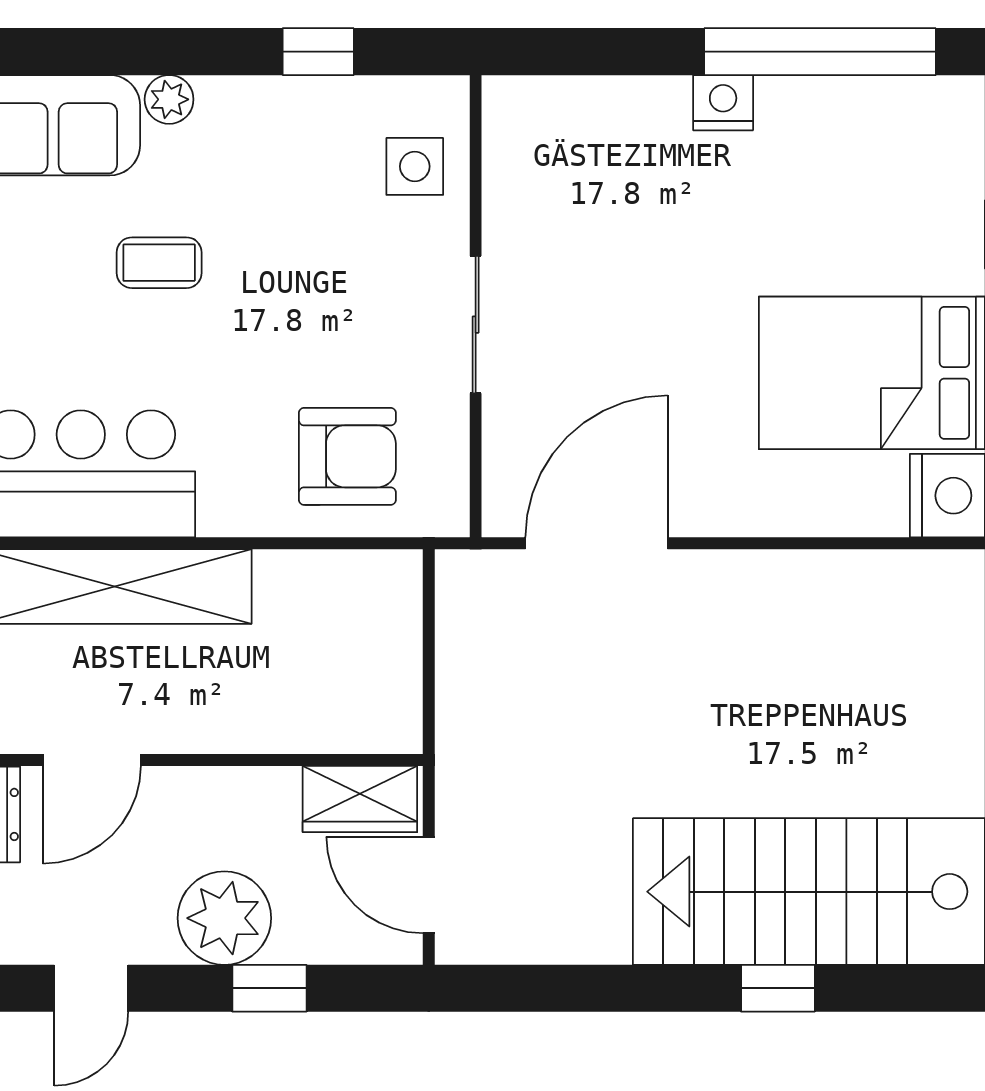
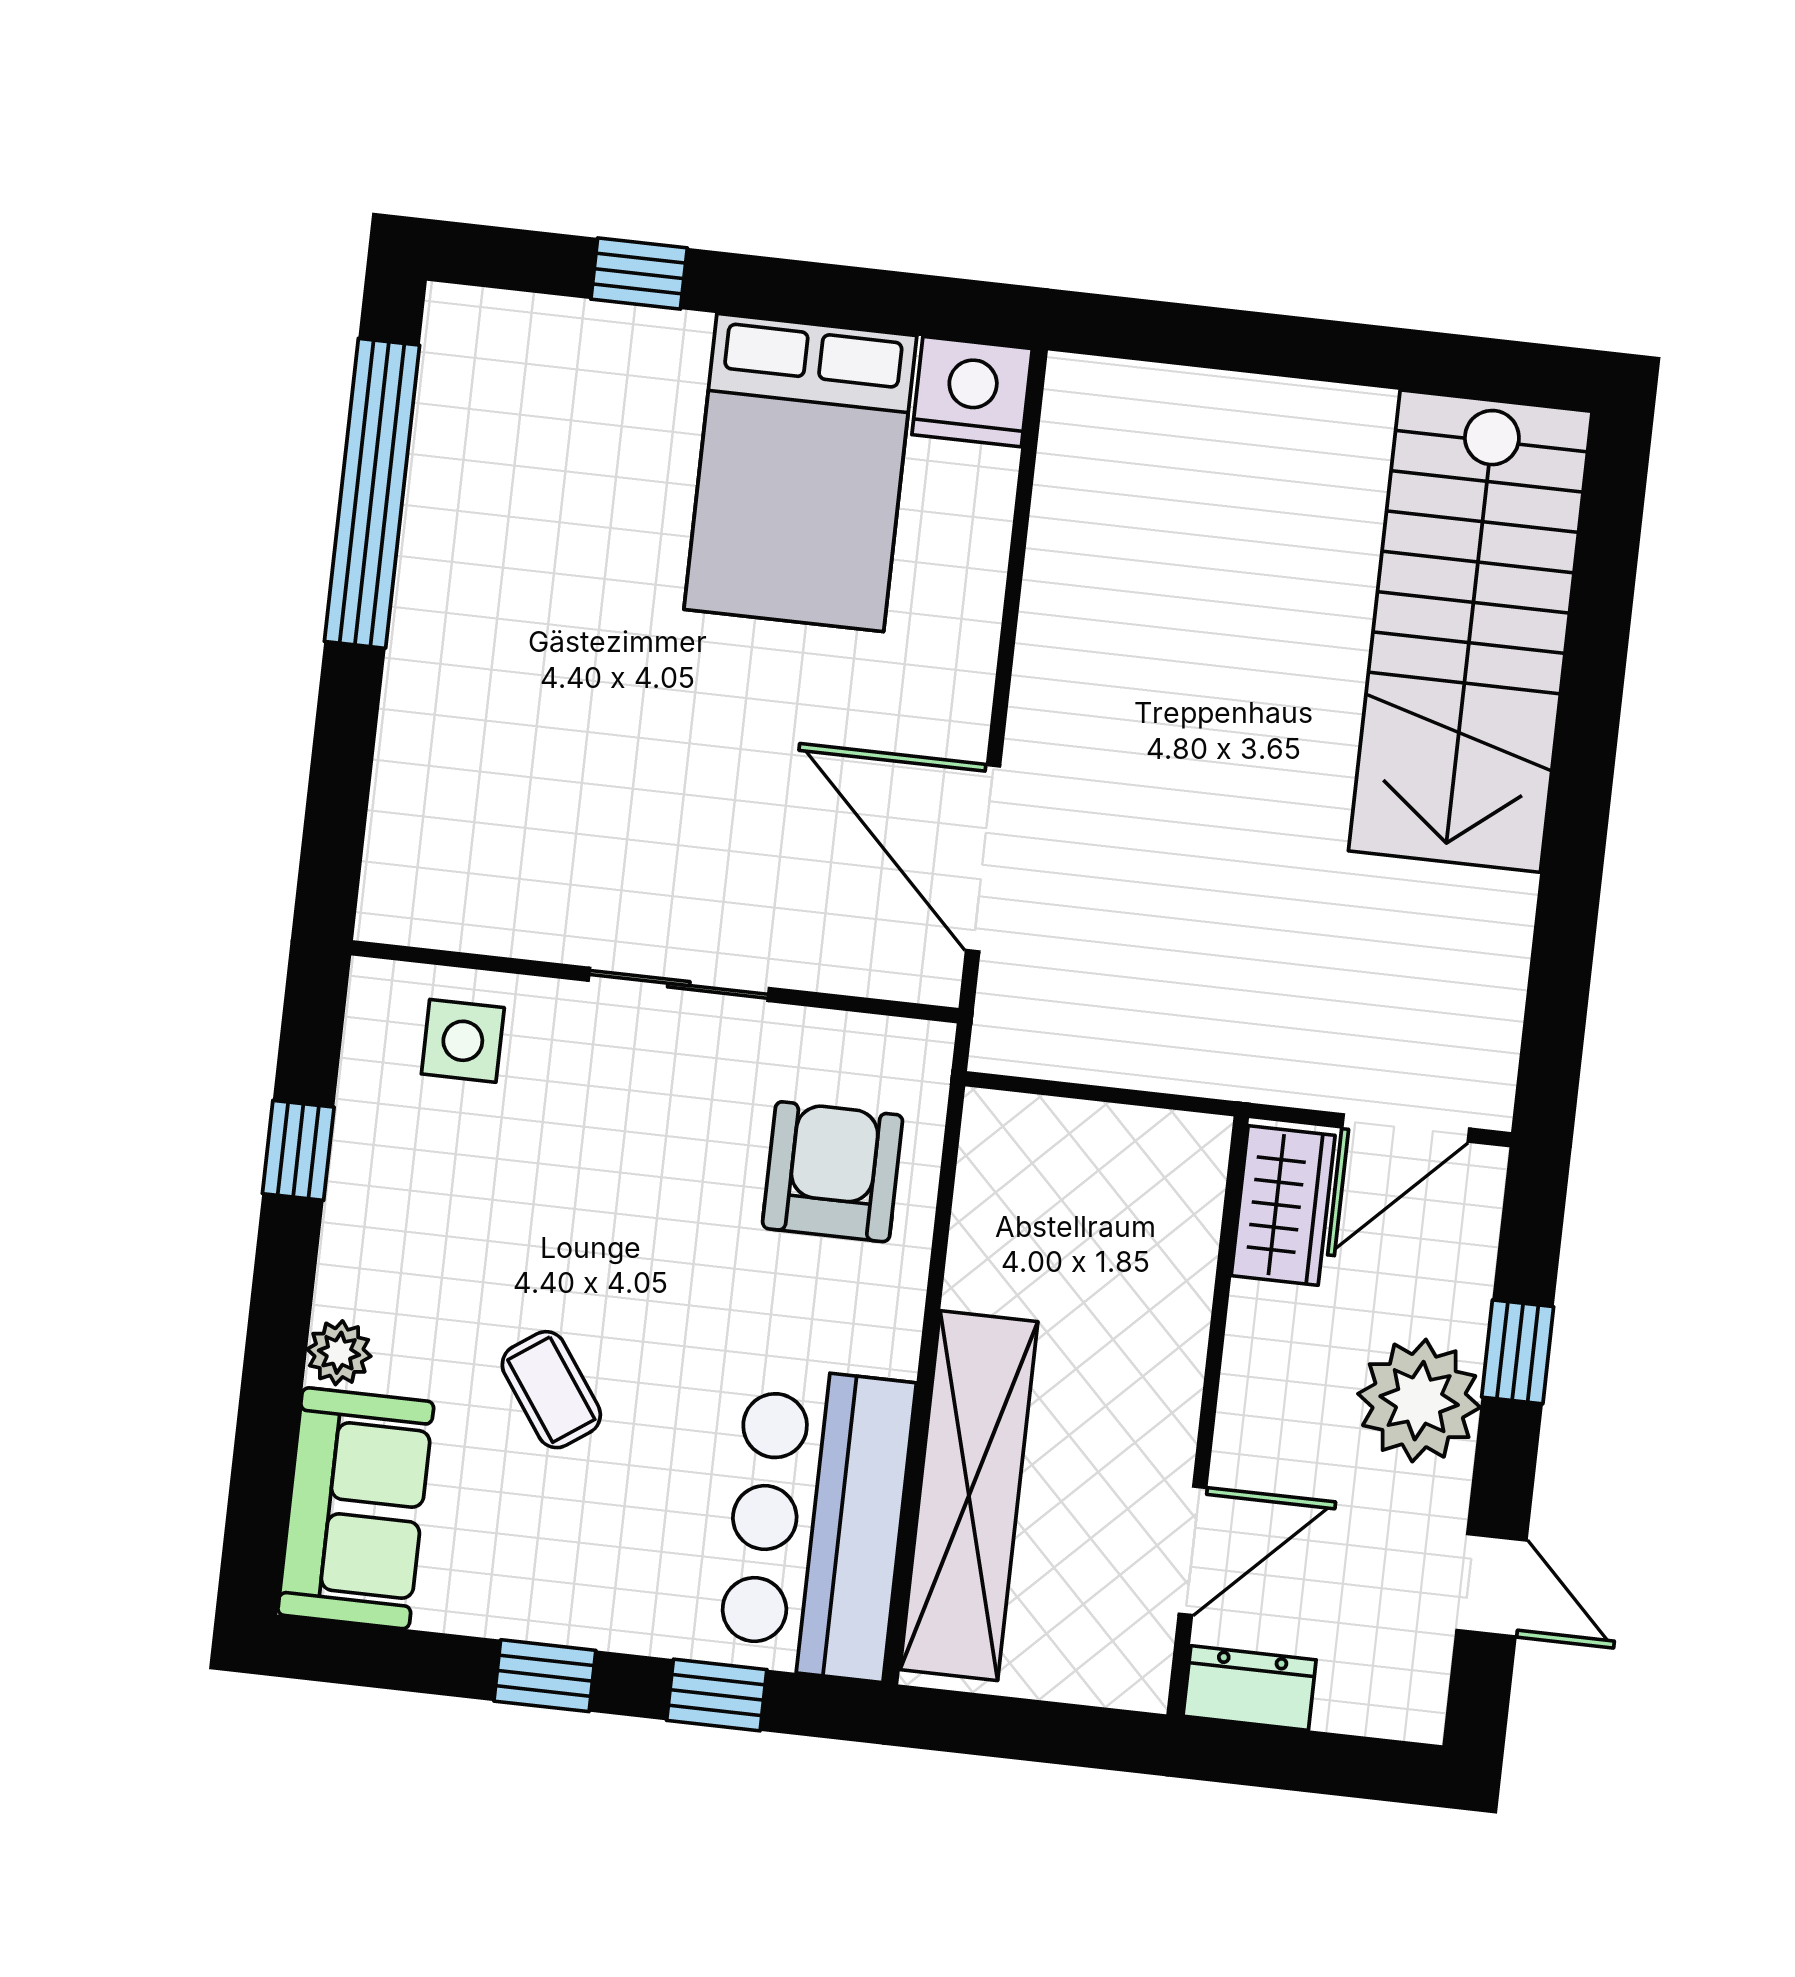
nightstand: (723, 103) -> (425, 628), removed
coffee table: (159, 263) -> (551, 1390), turned -35
door: (92, 760) -> (1193, 1551), hinge flipped
window: (778, 988) -> (1592, 686), removed

